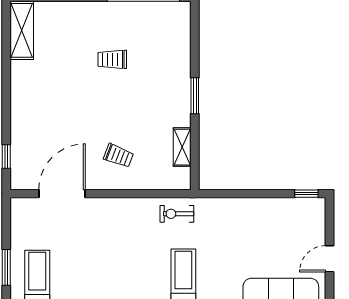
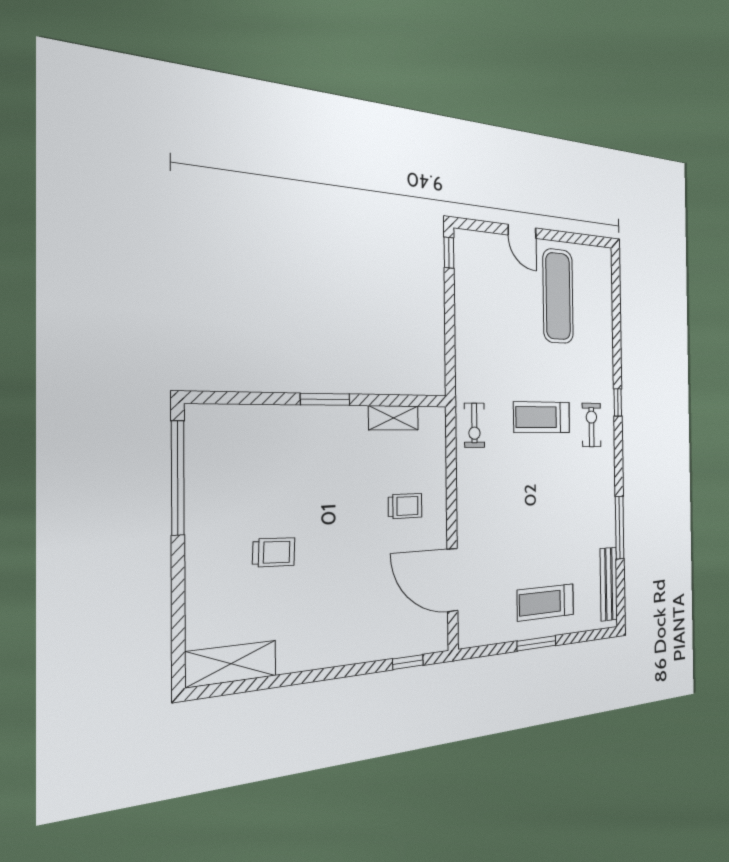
trolley: (112, 59) -> (274, 552), moved, turned -88
trolley: (118, 156) -> (405, 506), turned 69

